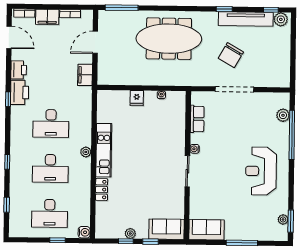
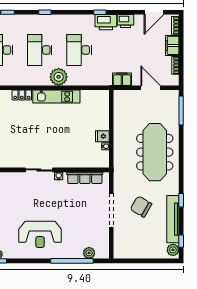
fridge: (137, 98) -> (102, 136), moved
row of seats: (197, 119) -> (85, 178), width x1.48
plant: (86, 152) -> (59, 77), width x1.87, depth x1.87
reception desk: (261, 171) -> (40, 234), turned 180

